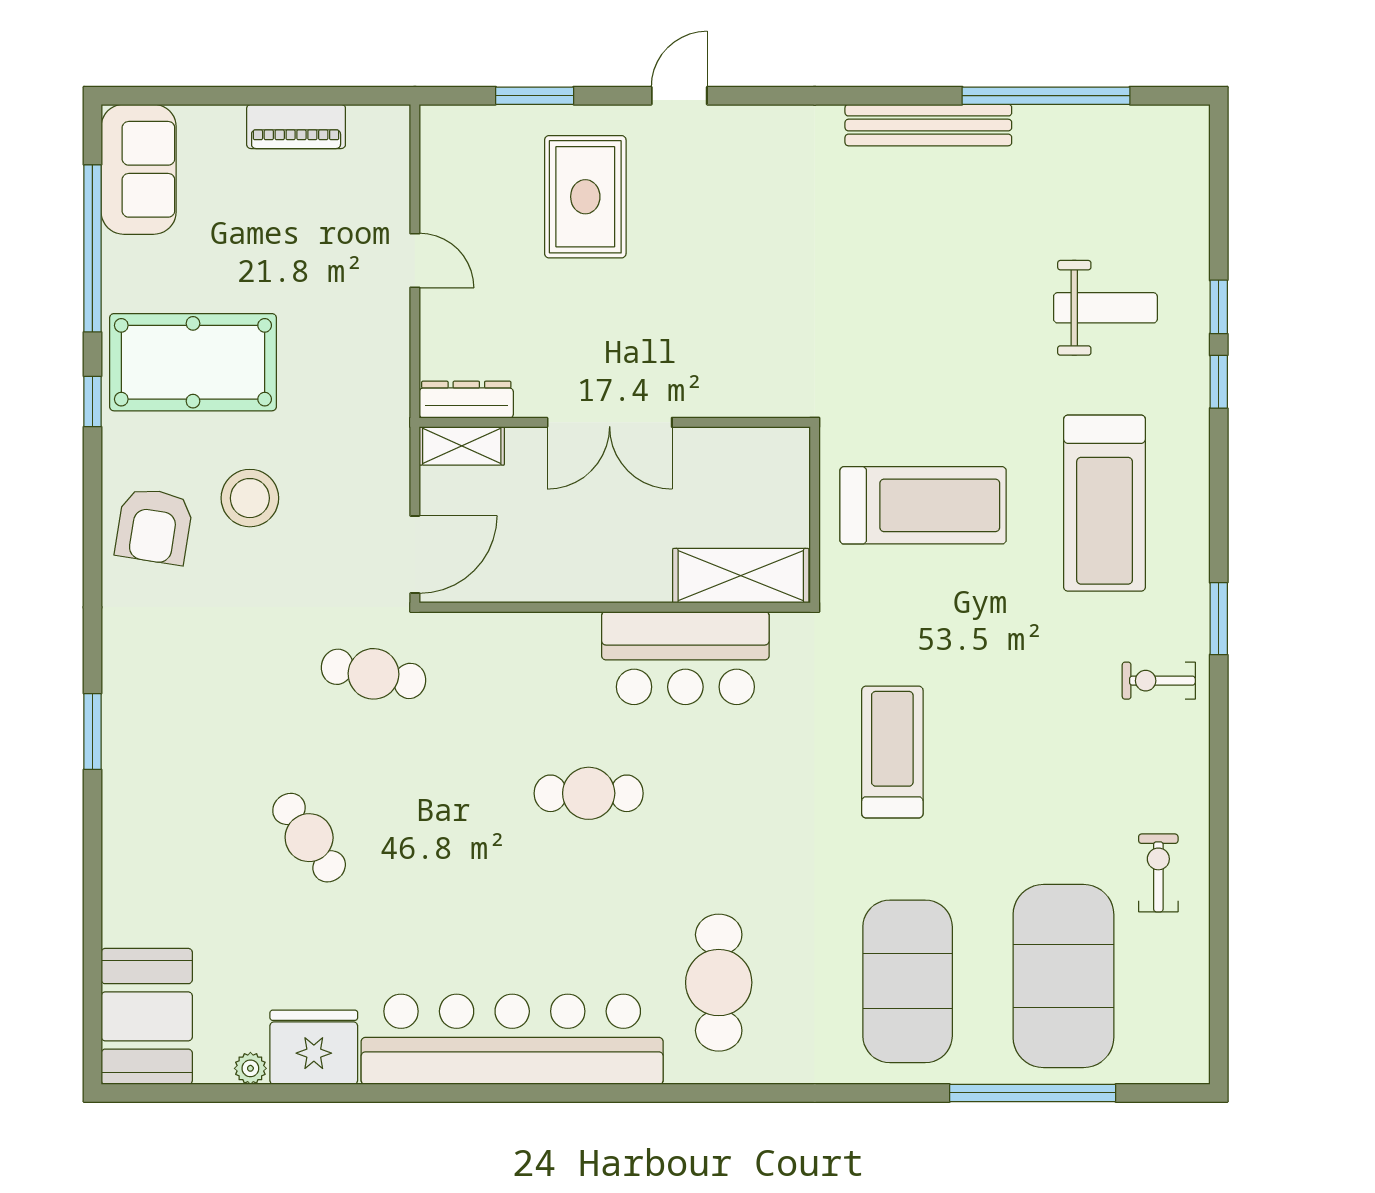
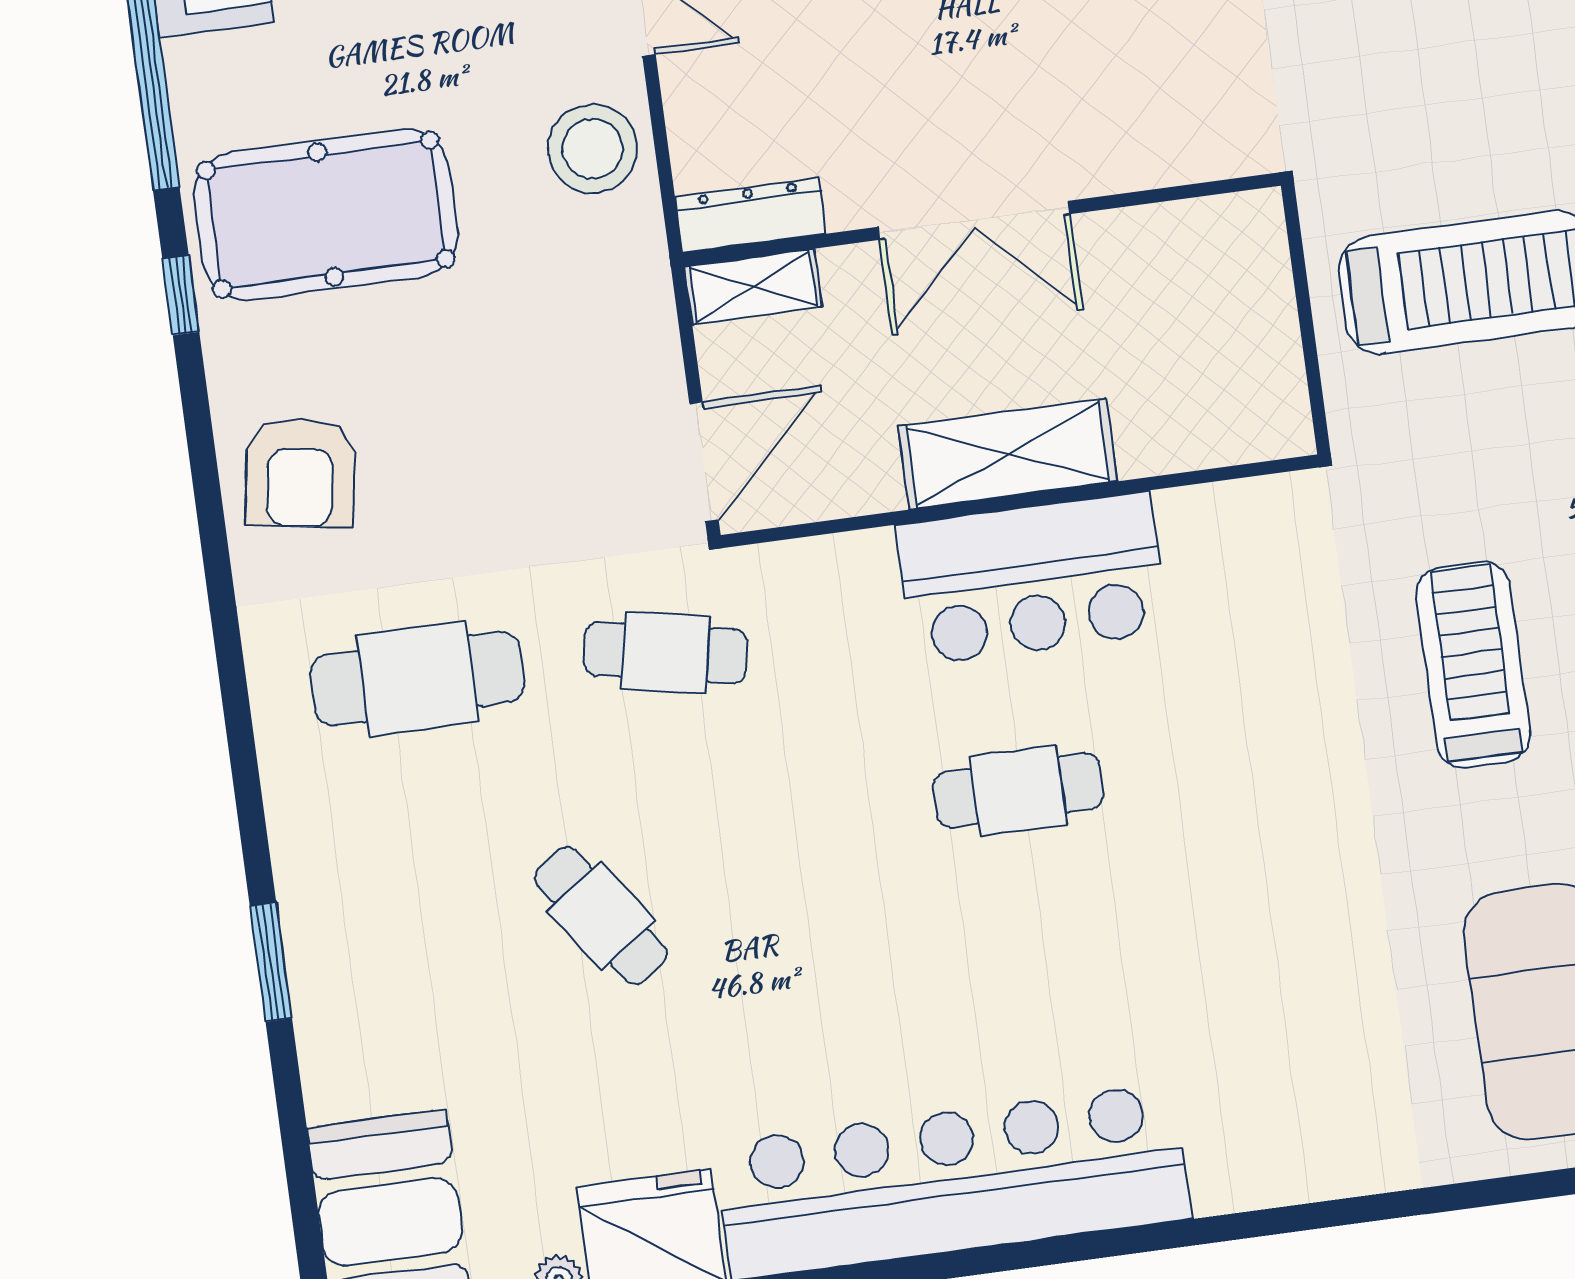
stool: (250, 498) -> (593, 149), moved
shelving: (741, 576) -> (1008, 454), moved
bar counter: (685, 658) -> (1032, 579), moved
window: (92, 731) -> (271, 962), moved
cafe table: (719, 983) -> (418, 679), moved, turned 90

